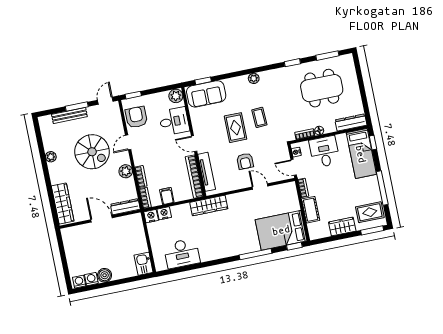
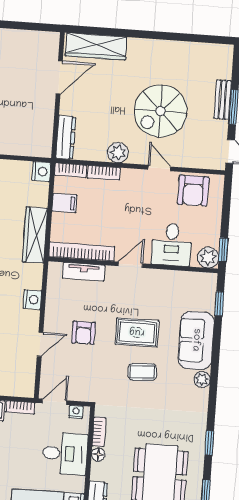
sofa: (206, 94) -> (196, 340), moved
window: (133, 95) -> (223, 250), moved
bench: (69, 116) -> (223, 100), width x0.73
armchair: (136, 117) -> (193, 191), turned 90
plant: (51, 157) -> (170, 48), removed
armchair: (245, 161) -> (84, 333), turned -90
tv unit: (207, 172) -> (84, 272), width x0.71
wardrobe: (209, 206) -> (35, 235), moved
nightstand: (164, 213) -> (32, 300), moved
door: (101, 219) -> (59, 77), moved

